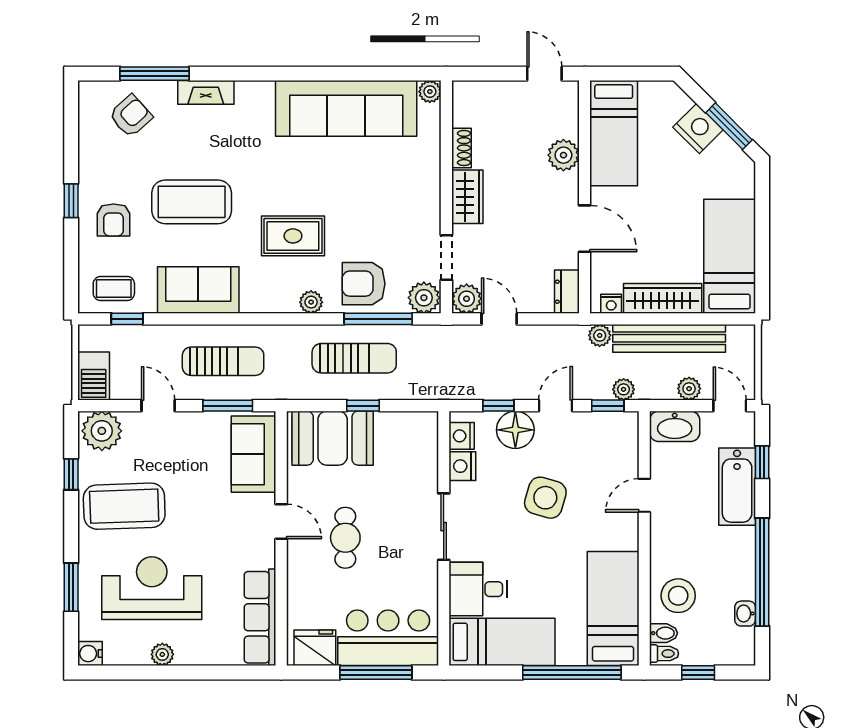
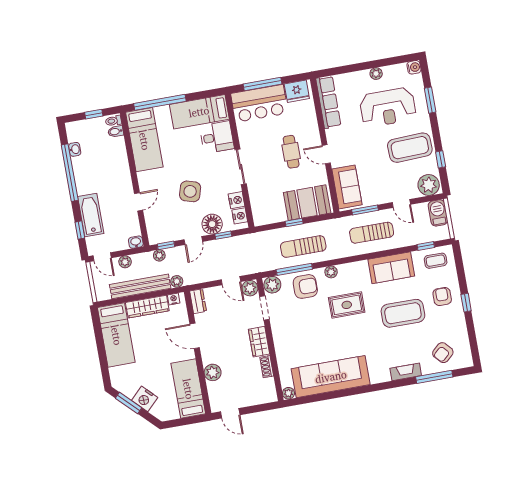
washbasin: (675, 426) -> (136, 242), width x0.52, depth x0.69
stool: (678, 596) -> (111, 152), removed

